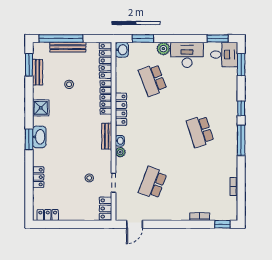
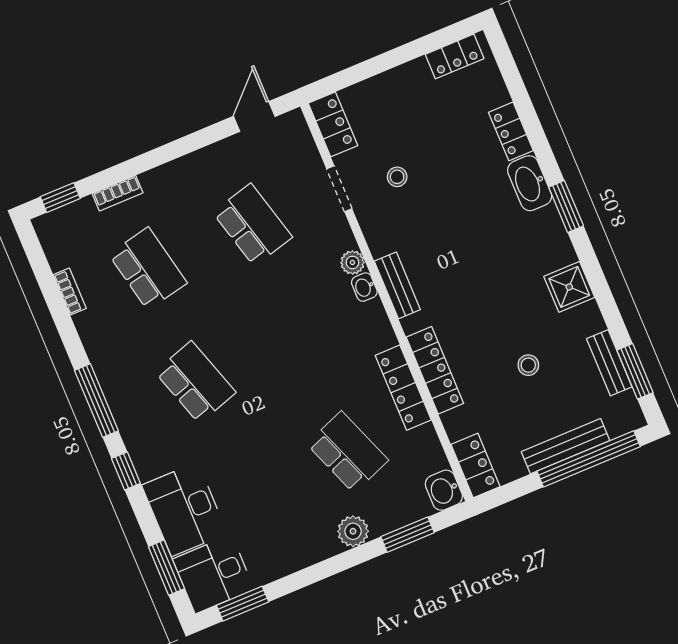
desk: (187, 55) -> (184, 509), moved, turned 90
locker: (106, 61) -> (476, 465), width x0.66
locker: (121, 109) -> (403, 388), moved
washbasin: (39, 137) -> (530, 183), moved
school desk: (153, 183) -> (253, 225), turned -36
school desk: (200, 183) -> (148, 269), added

